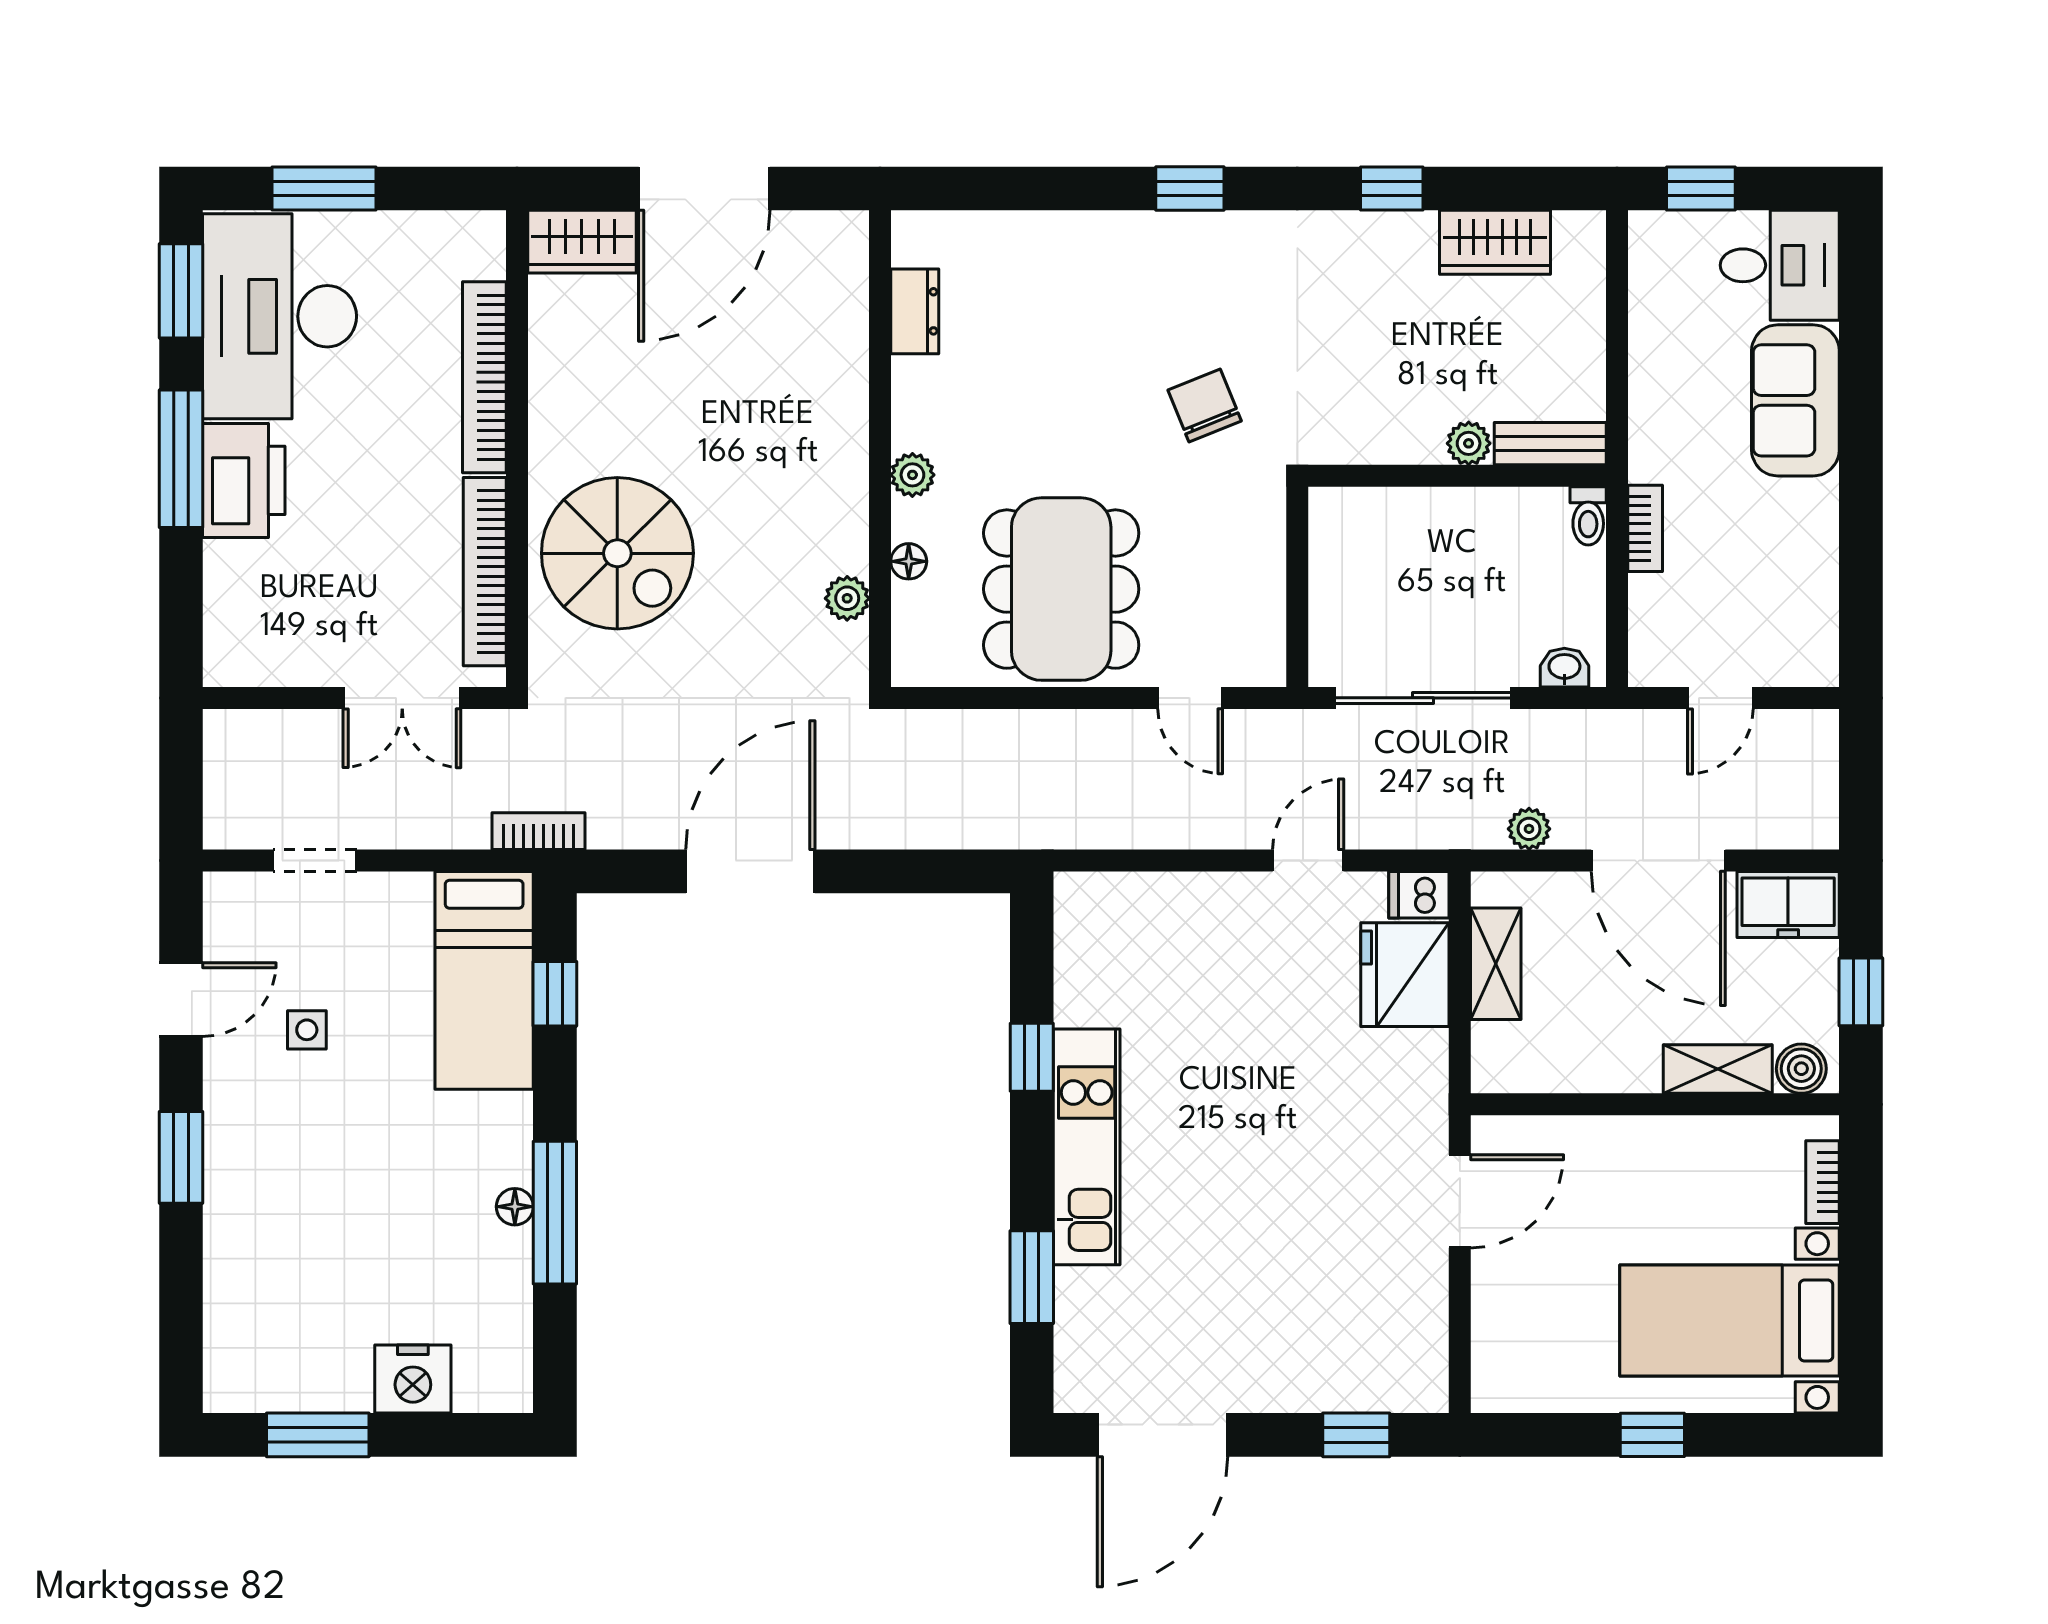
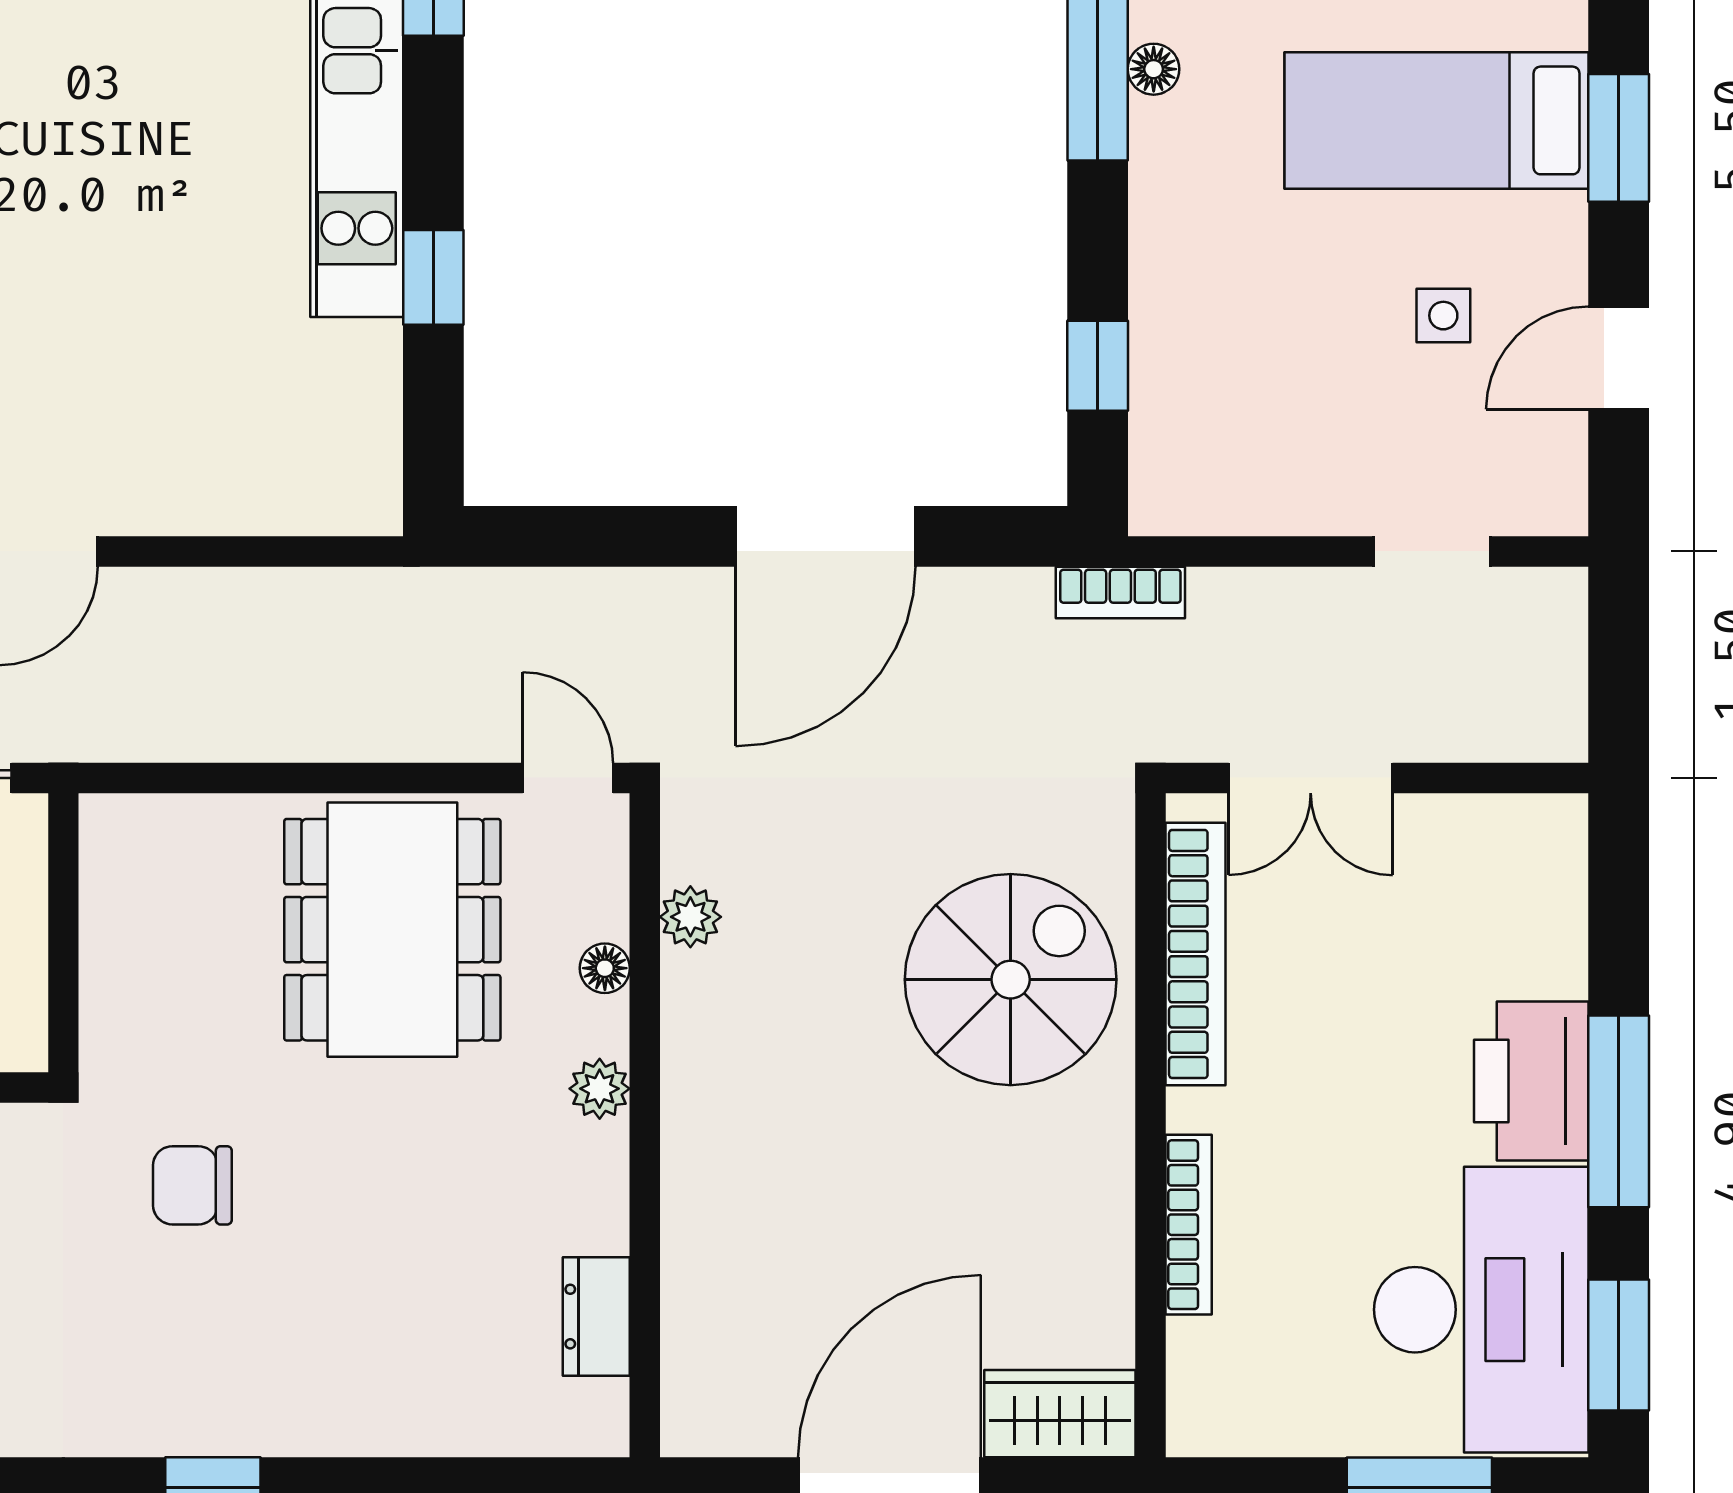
bookcase: (484, 377) -> (1189, 1225), width x0.68, depth x0.76
chair: (1205, 406) -> (192, 1185), turned 112
spiral stairs: (617, 553) -> (1011, 980), turned 90
double door: (402, 698) -> (1311, 778), swing flipped
door: (1190, 698) -> (568, 778), moved
bed: (484, 980) -> (1436, 120), moved, turned -90

